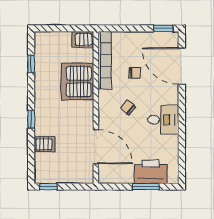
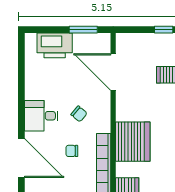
desk: (163, 120) -> (41, 116), moved
window: (146, 187) -> (83, 30), moved

